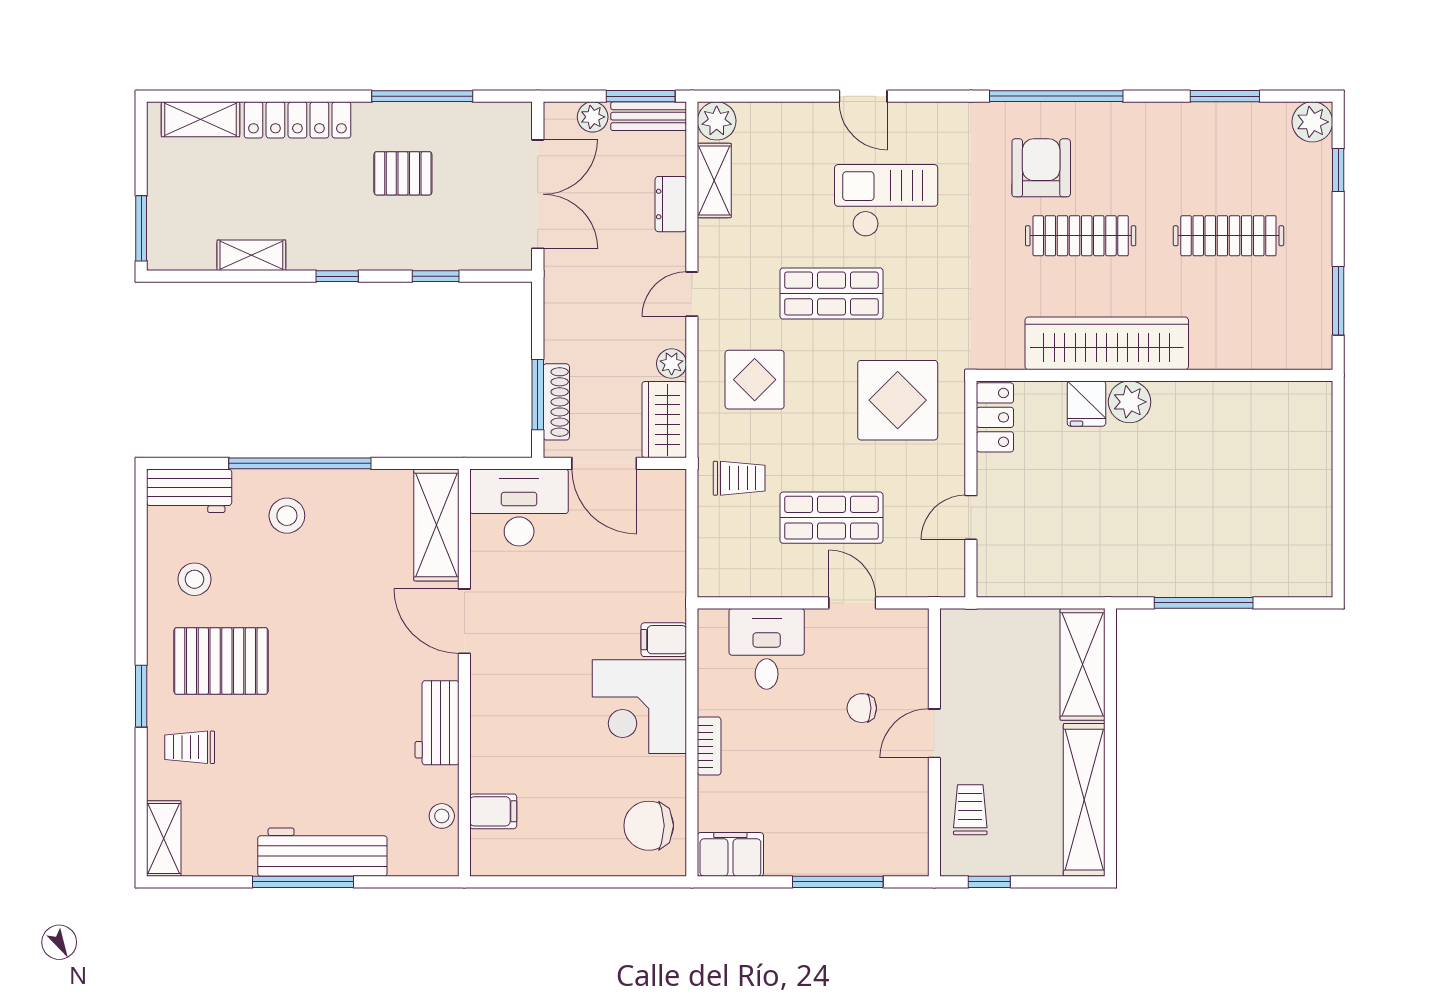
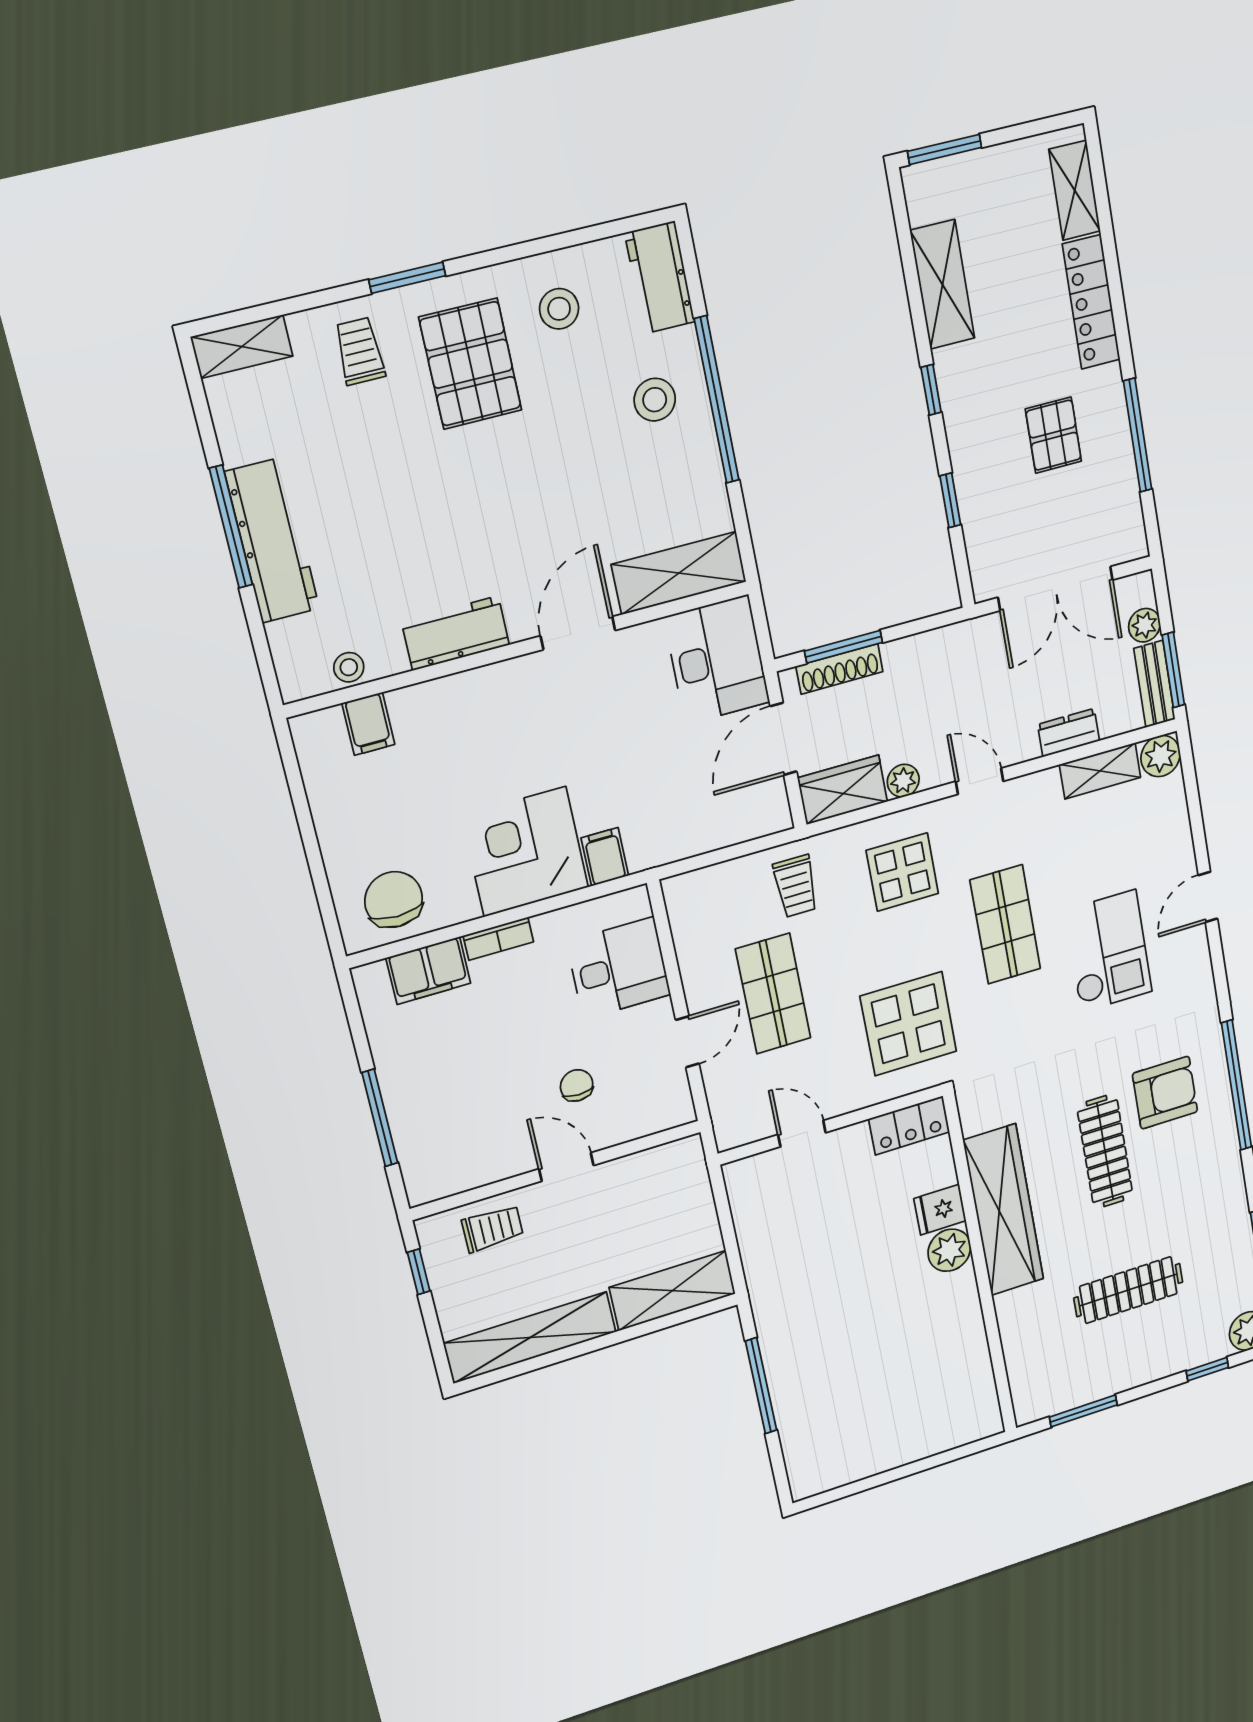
clothes rail: (1228, 236) -> (1128, 1290), turned 90
shelving: (251, 255) -> (942, 284), width x1.50, depth x1.33
filing cabinet: (730, 854) -> (428, 971), moved, turned 90

